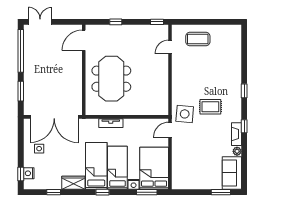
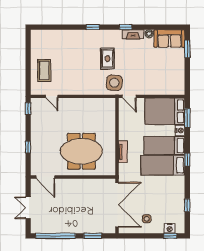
double door: (40, 22) -> (28, 208), moved
wardrobe: (73, 183) -> (179, 187), removed

